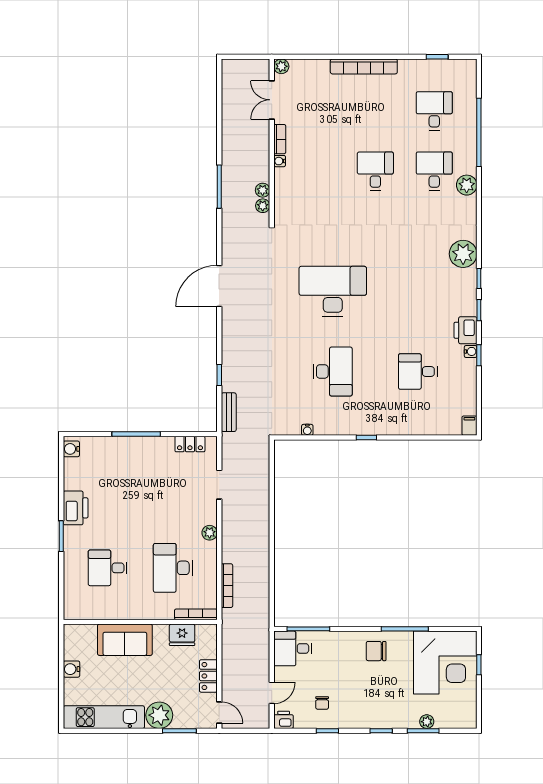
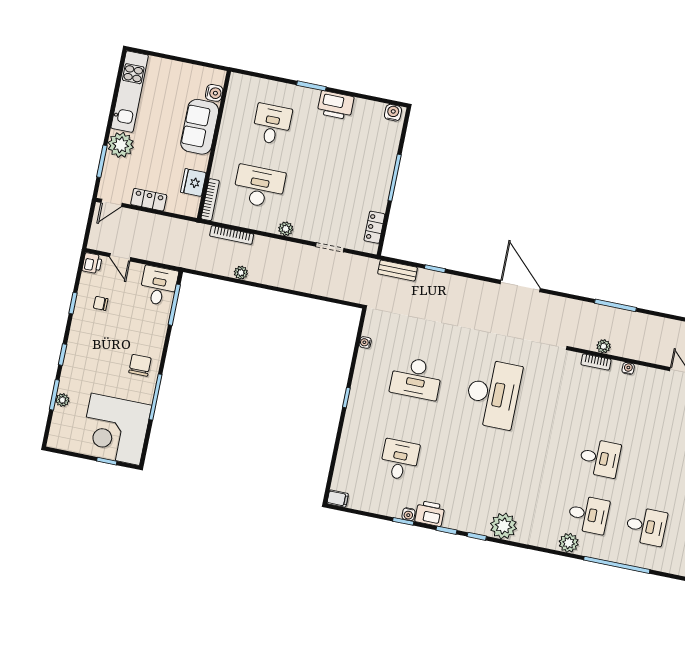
bookcase: (280, 139) -> (596, 362), moved
plant: (263, 206) -> (241, 273), moved
water cooler: (72, 669) -> (214, 93), moved, turned 90

